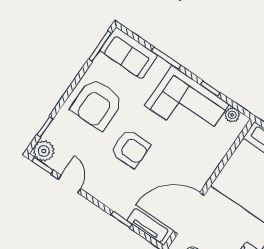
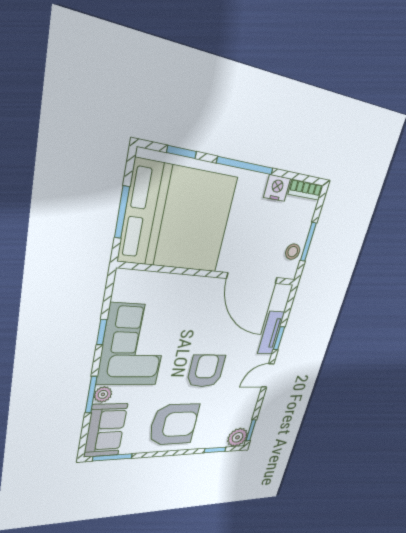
plant: (232, 115) -> (103, 394), moved
door: (69, 184) -> (268, 376), moved
tv unit: (148, 225) -> (271, 333), moved

